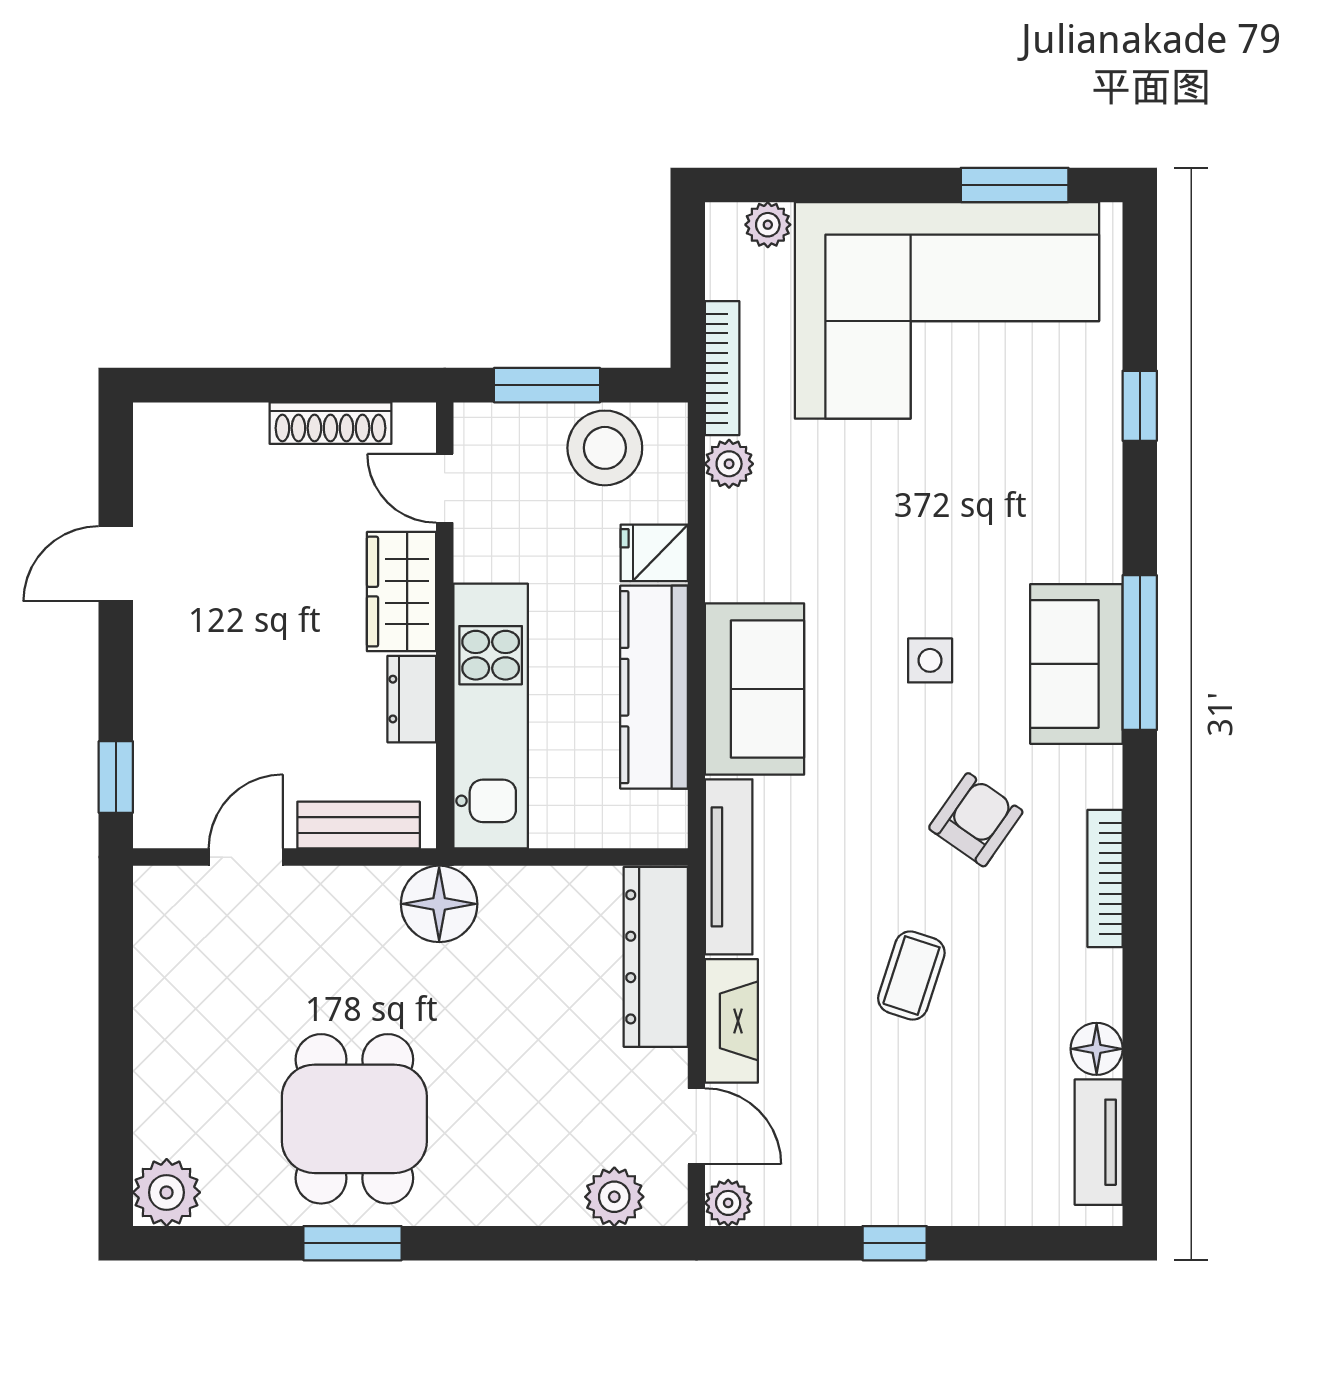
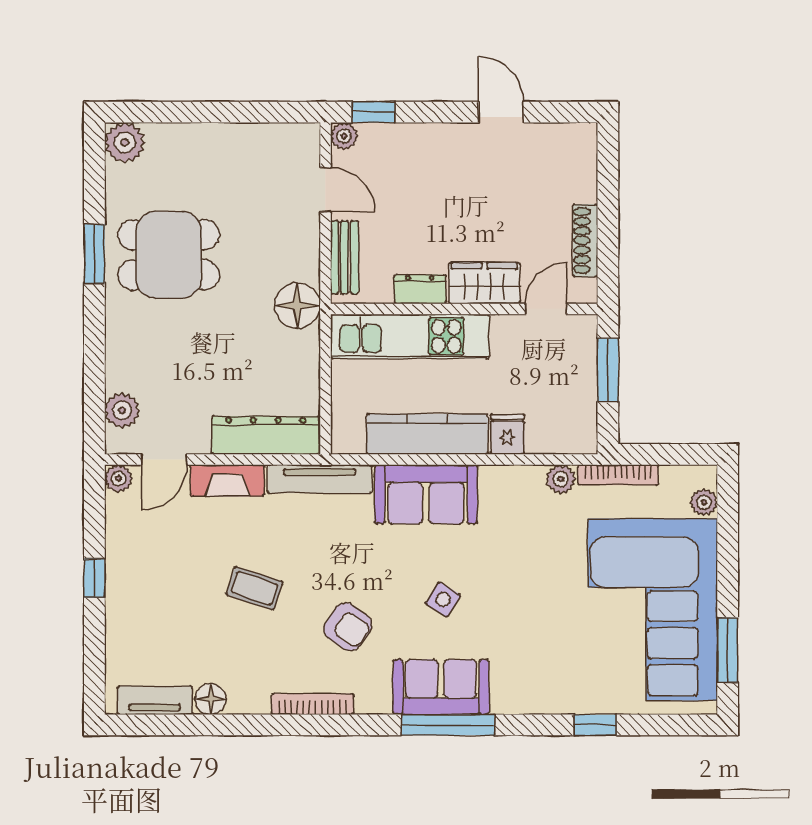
stool: (605, 448) -> (570, 405), removed
side table: (930, 660) -> (443, 599), turned 32
plant: (156, 826) -> (344, 136), added

